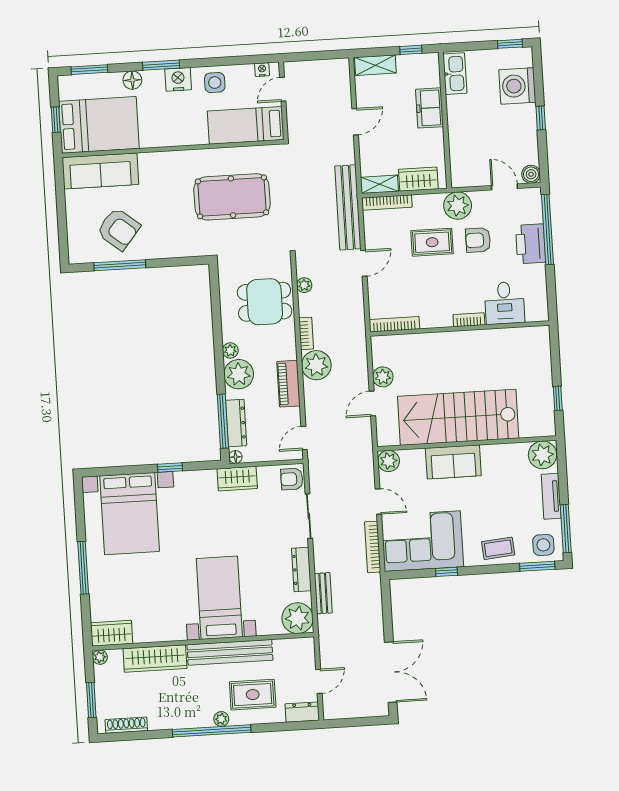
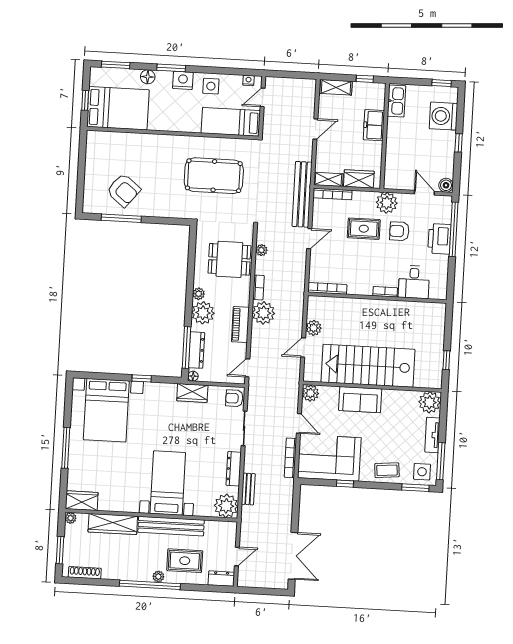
sofa: (100, 171) -> (115, 144), removed

